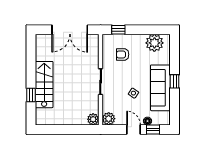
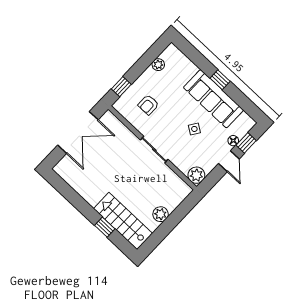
plant: (154, 43) -> (158, 65), width x0.53, depth x0.53
stairs: (44, 85) -> (123, 221), moved
plant: (93, 119) -> (161, 214), moved
door: (134, 129) -> (229, 161), swing flipped

